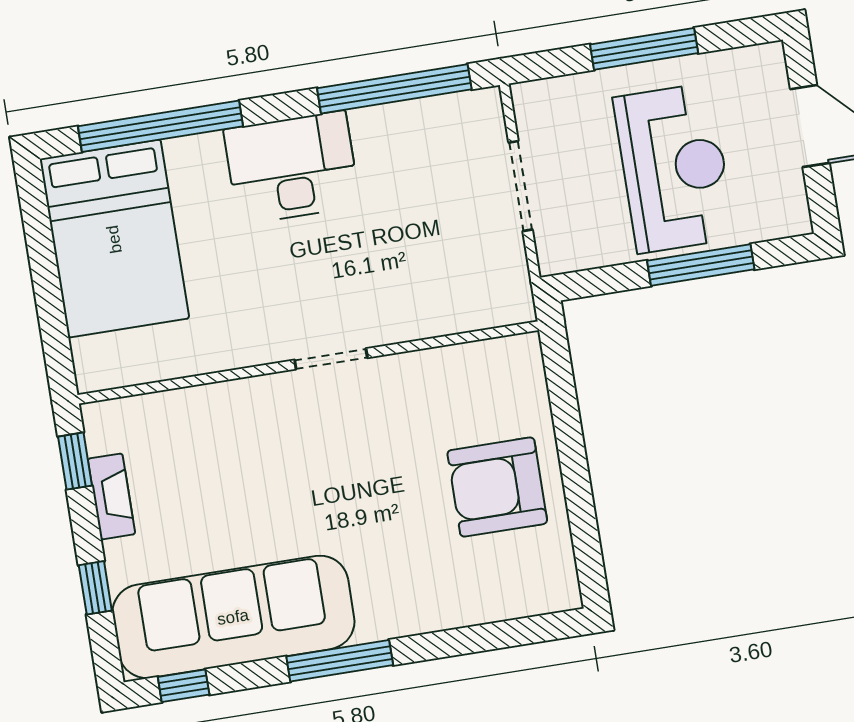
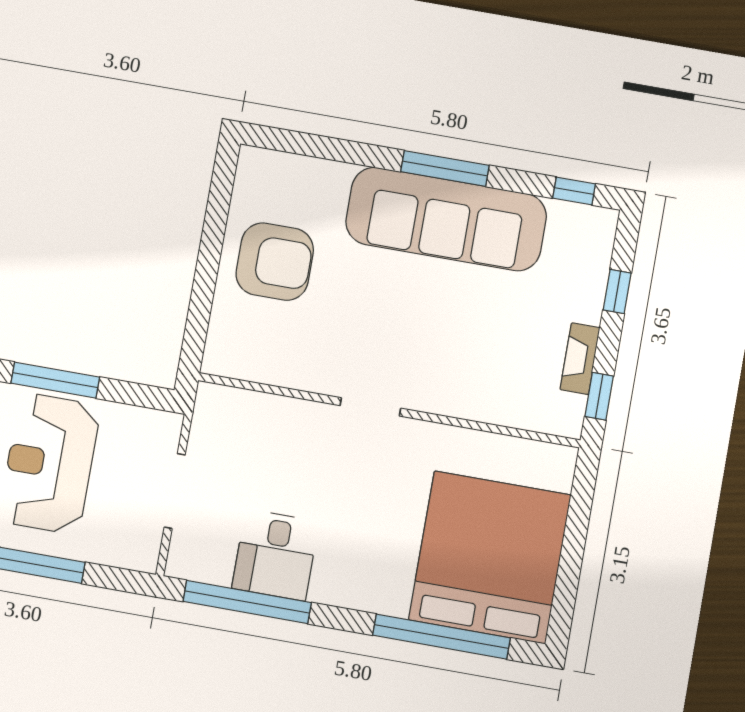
desk: (292, 168) -> (275, 555), moved, width x0.73
bed: (114, 239) -> (490, 557), width x1.36
sofa: (233, 617) -> (446, 219), moved

